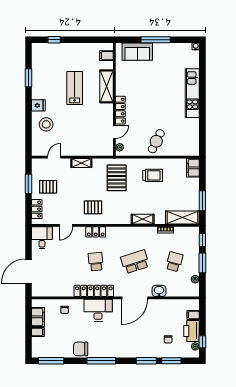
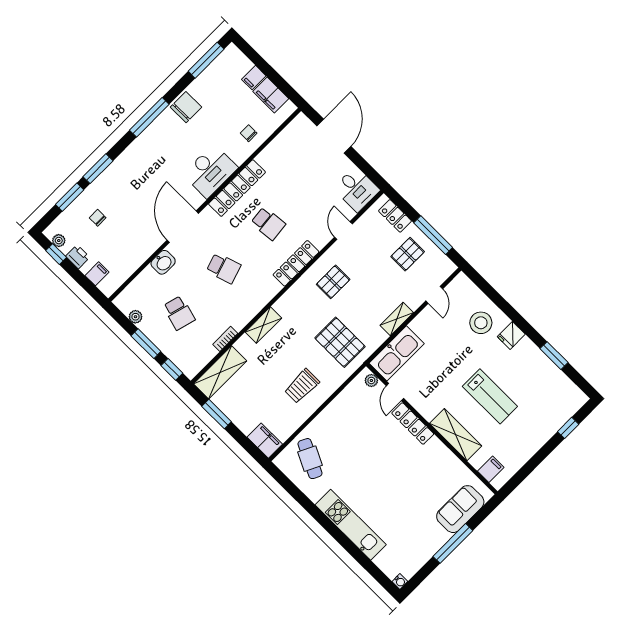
cafe table: (156, 141) -> (310, 459), moved
kitchen sink: (97, 148) -> (397, 353), added
window: (28, 184) -> (433, 235), width x1.44
locker: (96, 232) -> (296, 263), width x1.53
school desk: (135, 262) -> (224, 268), width x0.54
printer: (192, 331) -> (78, 257), width x0.53, depth x0.68

